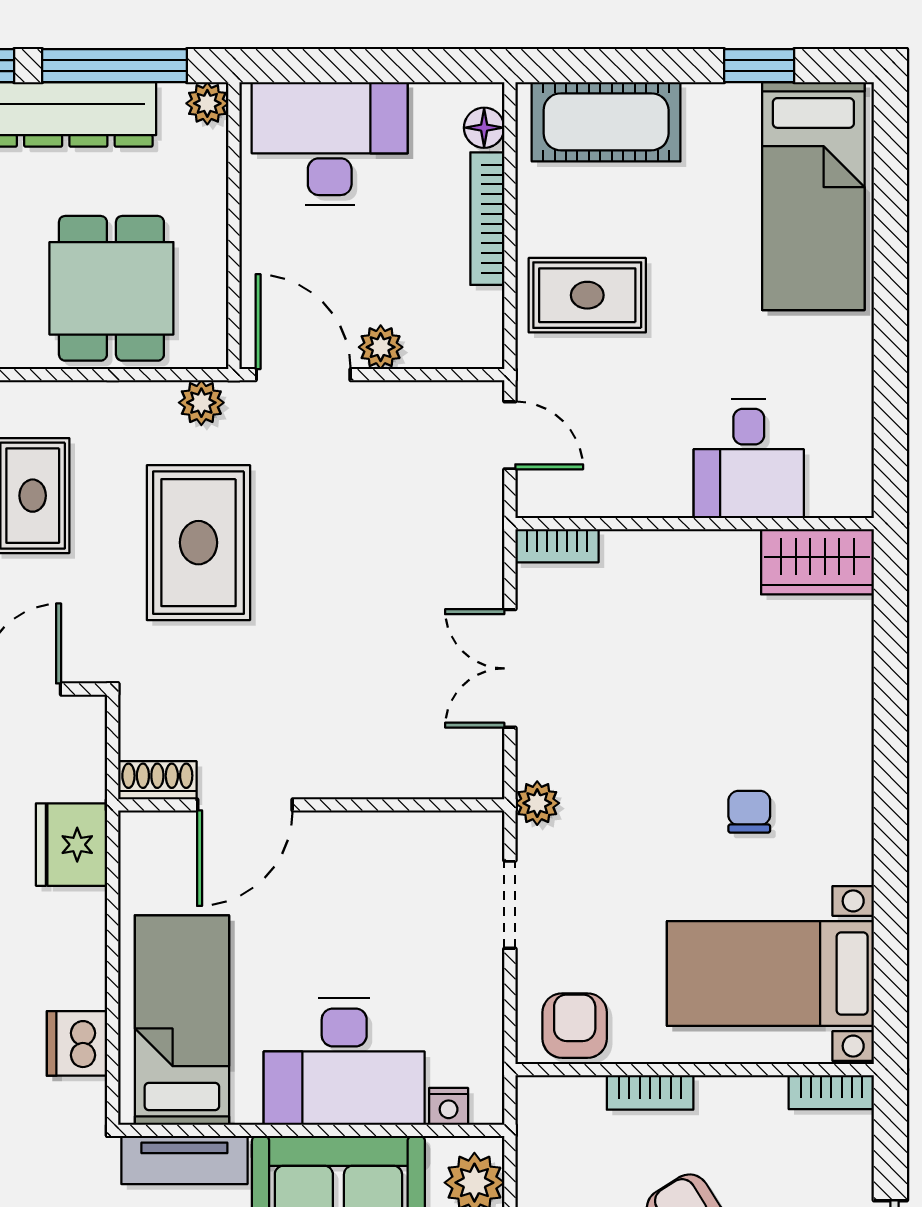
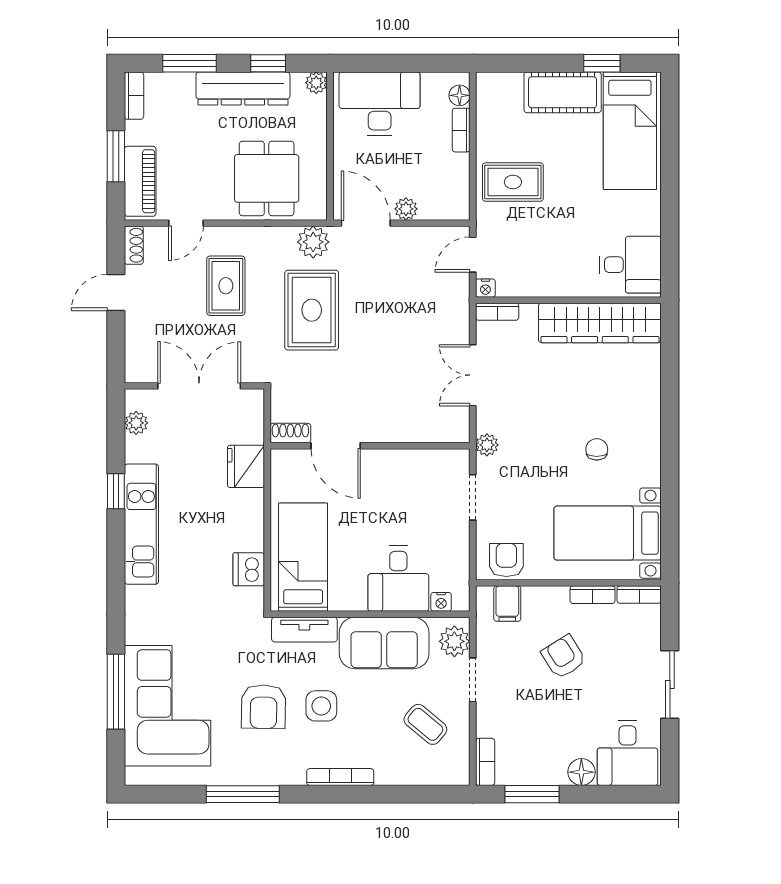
window: (114, 66) -> (268, 63), width x0.46
cot: (606, 122) -> (563, 92), moved
bookcase: (487, 219) -> (461, 130), width x0.64
plant: (201, 403) -> (313, 242), width x1.38, depth x1.38
door: (510, 435) -> (473, 255), swing flipped
desk: (749, 459) -> (631, 265), moved, turned -90
nightstand: (534, 500) -> (485, 288), added
wardrobe: (817, 562) -> (600, 323), width x2.10, depth x1.17
door: (245, 805) -> (336, 446), hinge flipped
desk: (344, 1062) -> (398, 579), width x0.73
bookcase: (650, 1092) -> (593, 595), moved
filing cabinet: (577, 1110) -> (507, 604), added

